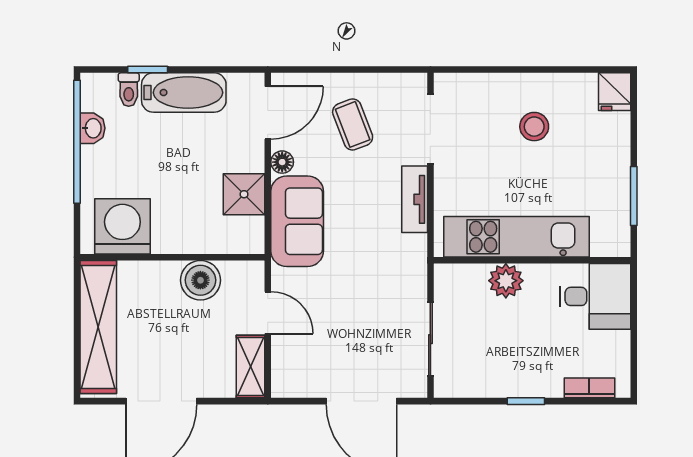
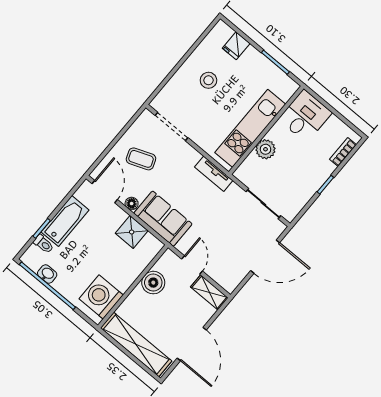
fridge: (615, 92) -> (236, 46), moved, turned 90
tv unit: (415, 199) -> (214, 174), moved
door: (268, 313) -> (192, 265), hinge flipped

